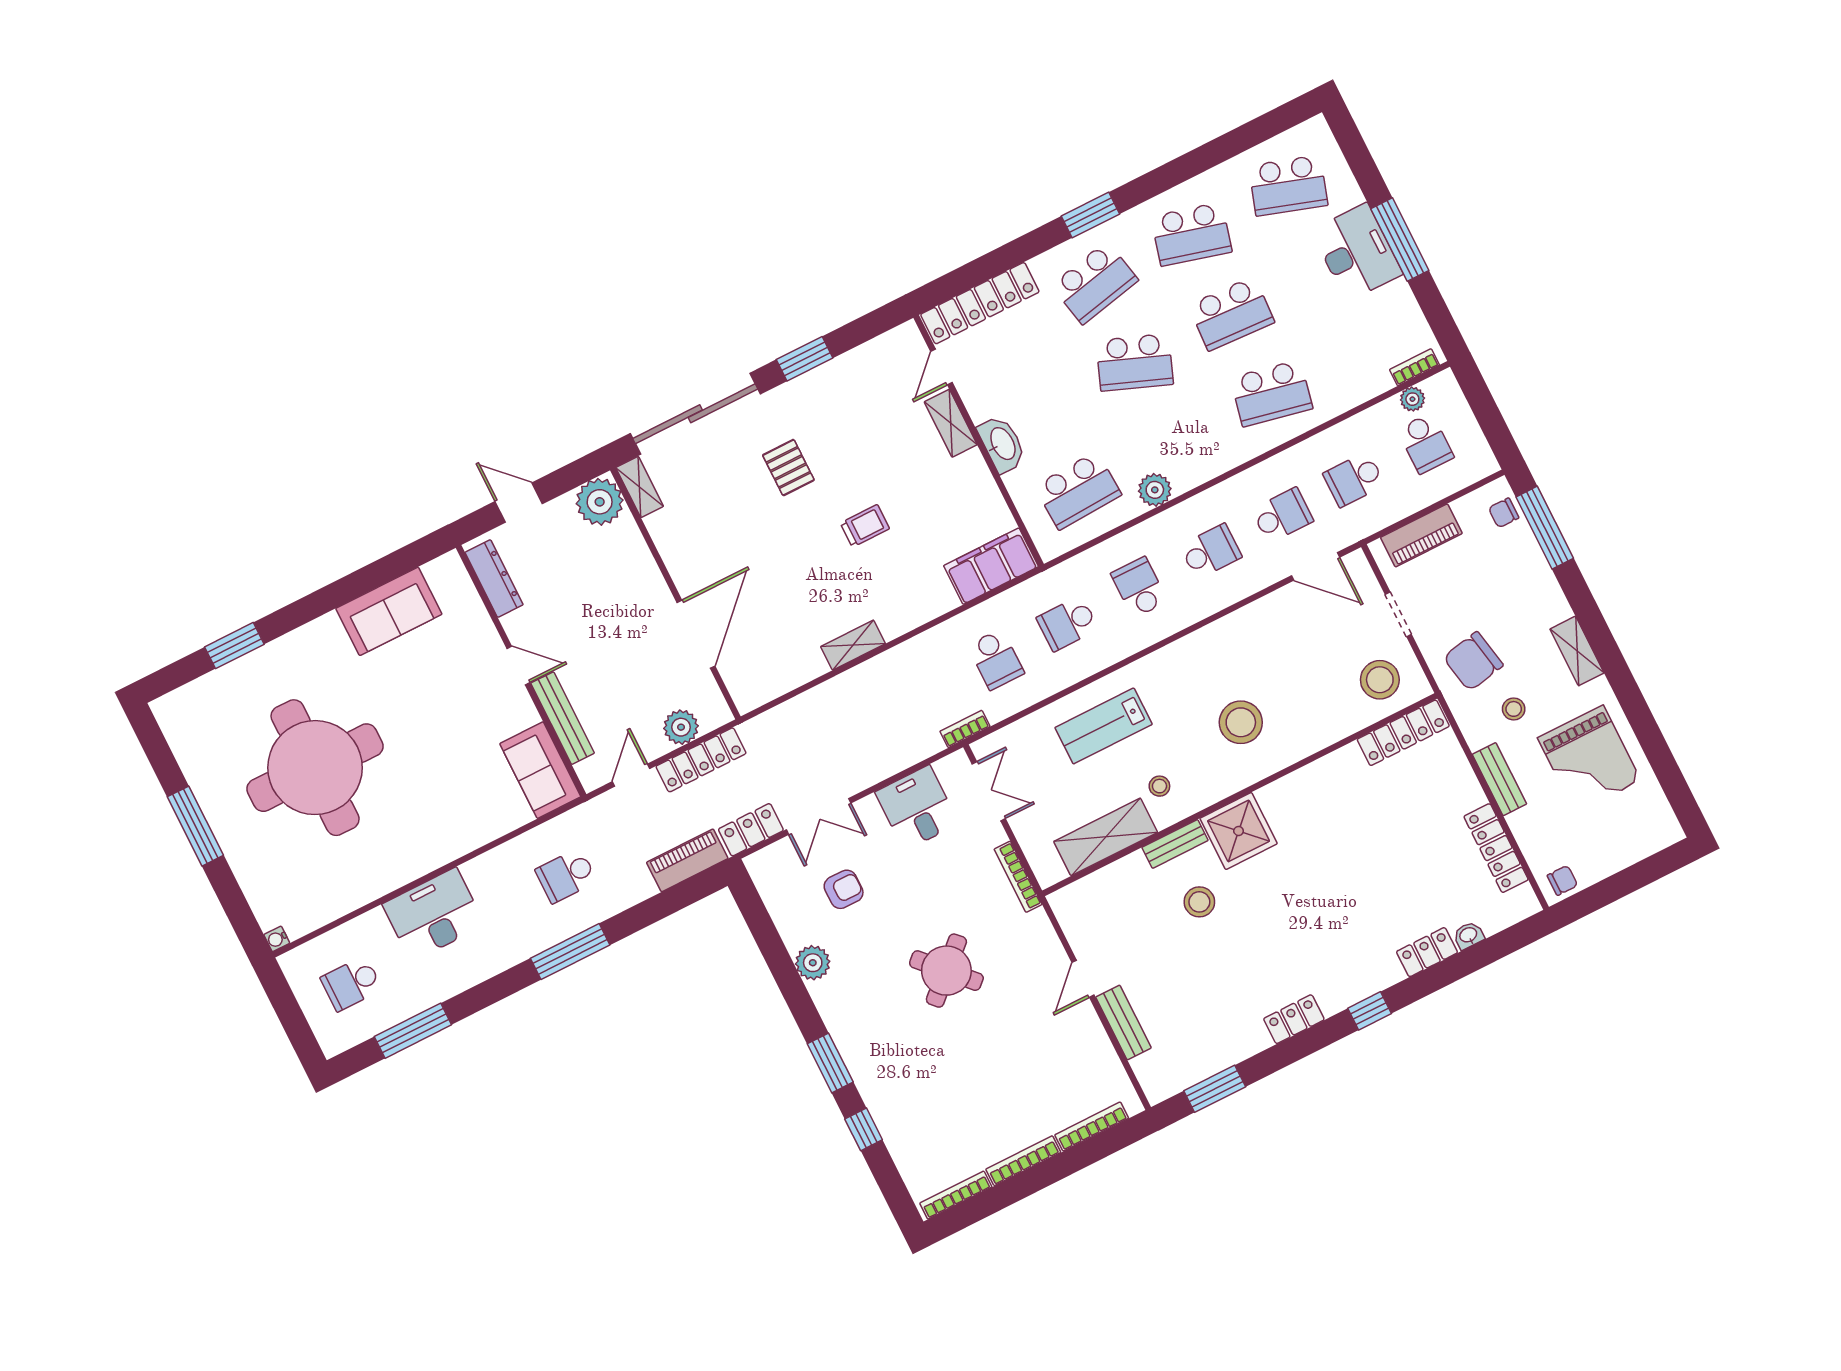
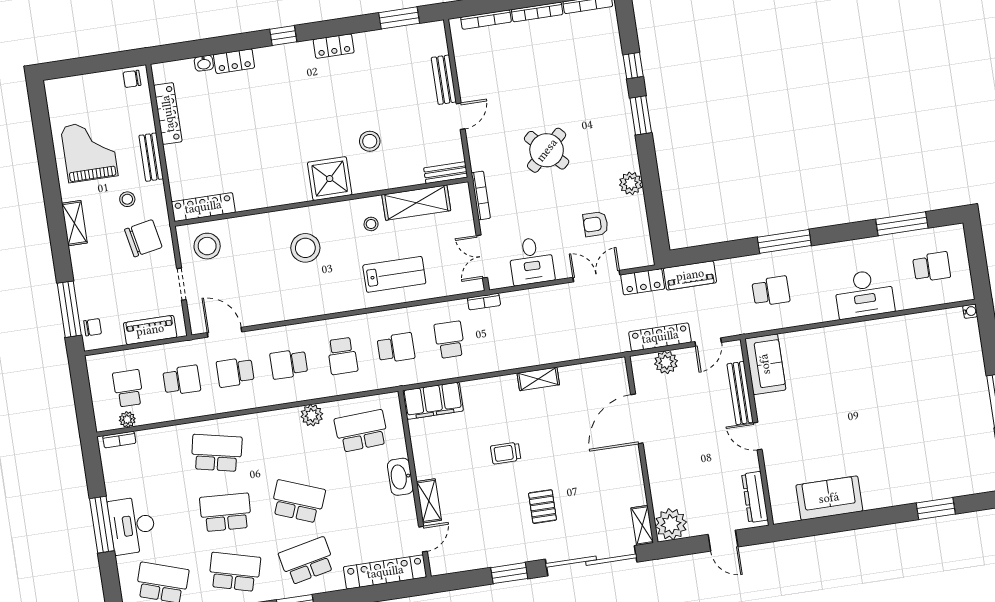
round table: (315, 768) -> (910, 413), removed
bench: (1175, 844) -> (446, 173), moved

